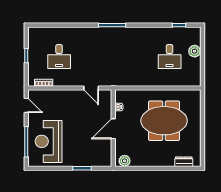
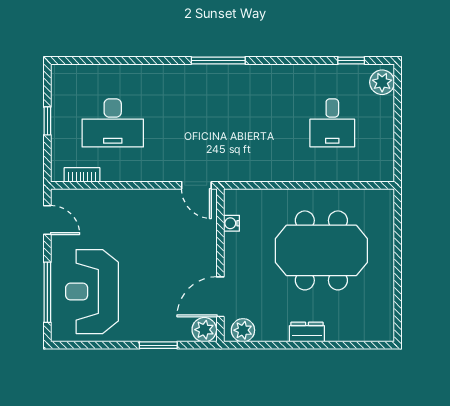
plant: (195, 51) -> (382, 82), moved
desk: (59, 57) -> (113, 123), width x1.37
door: (91, 88) -> (196, 185), moved
door: (113, 129) -> (220, 297), moved
plant: (105, 161) -> (204, 330), added
dresser: (184, 162) -> (307, 332), moved

